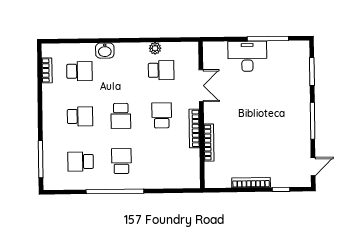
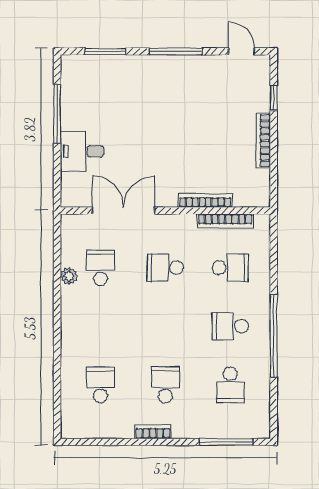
washbasin: (105, 51) -> (71, 348), removed
desk: (247, 56) -> (82, 151), width x0.73
bookcase: (47, 70) -> (153, 432), moved
double door: (201, 86) -> (124, 211), width x1.37
school desk: (121, 116) -> (230, 268), moved
bookcase: (194, 128) -> (225, 221), moved

